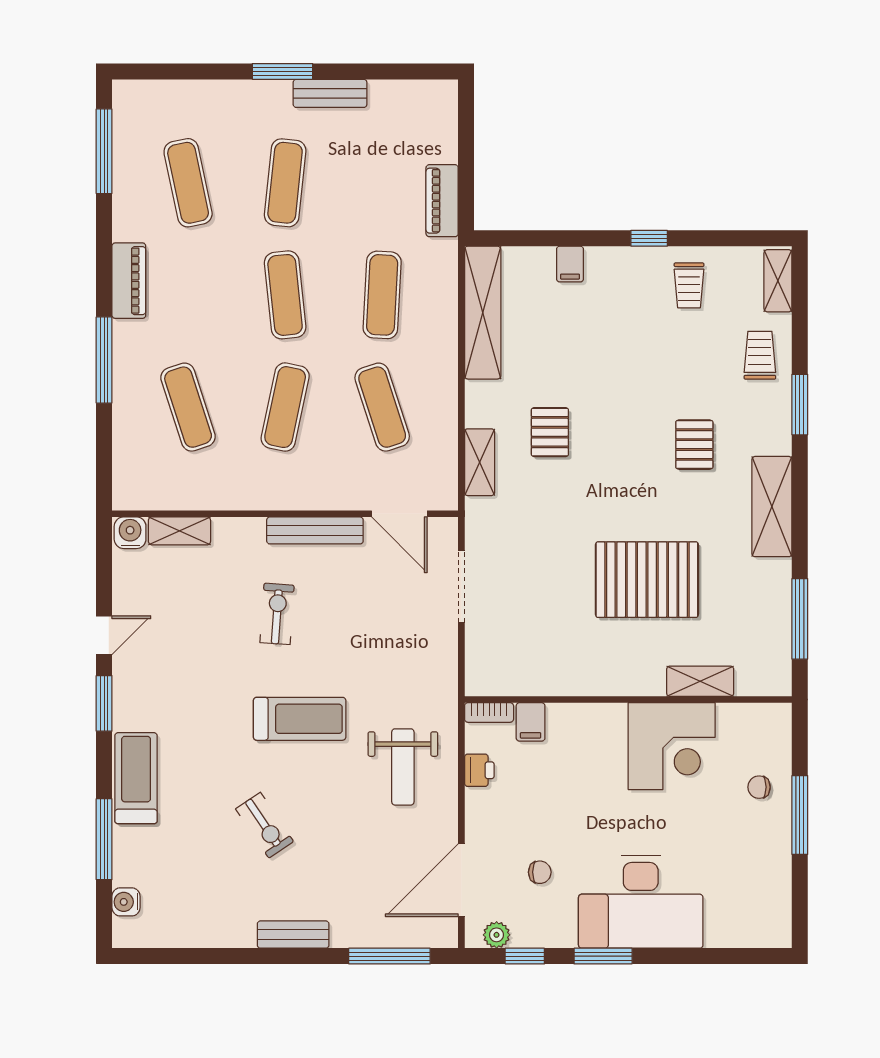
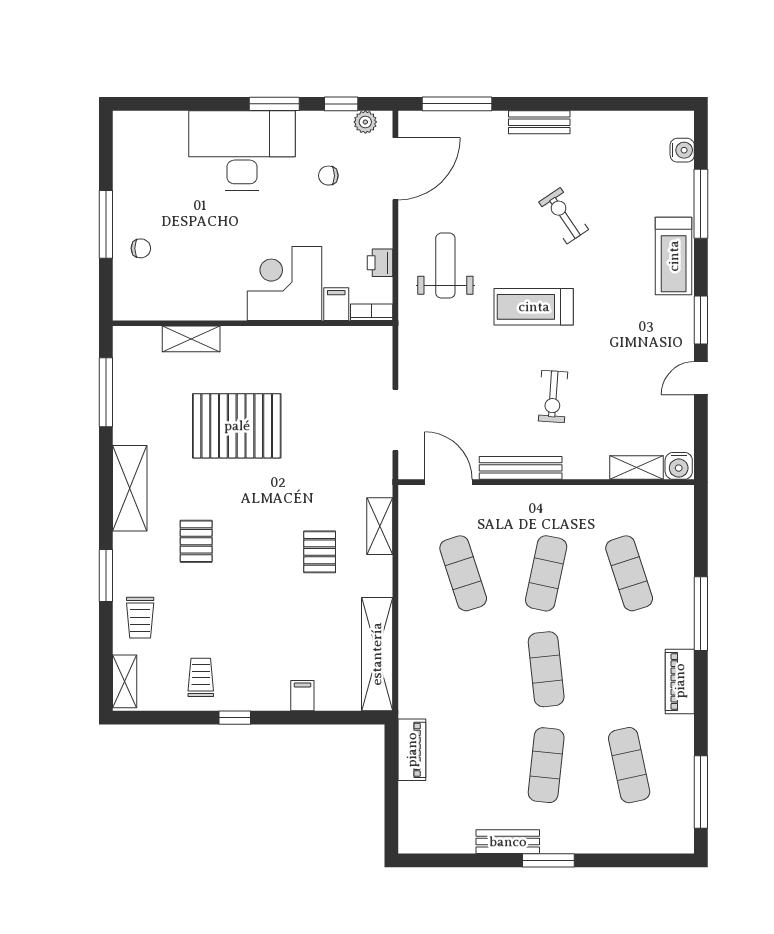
exercise mat: (382, 295) -> (463, 669), removed
corner desk: (672, 746) -> (285, 283), moved

